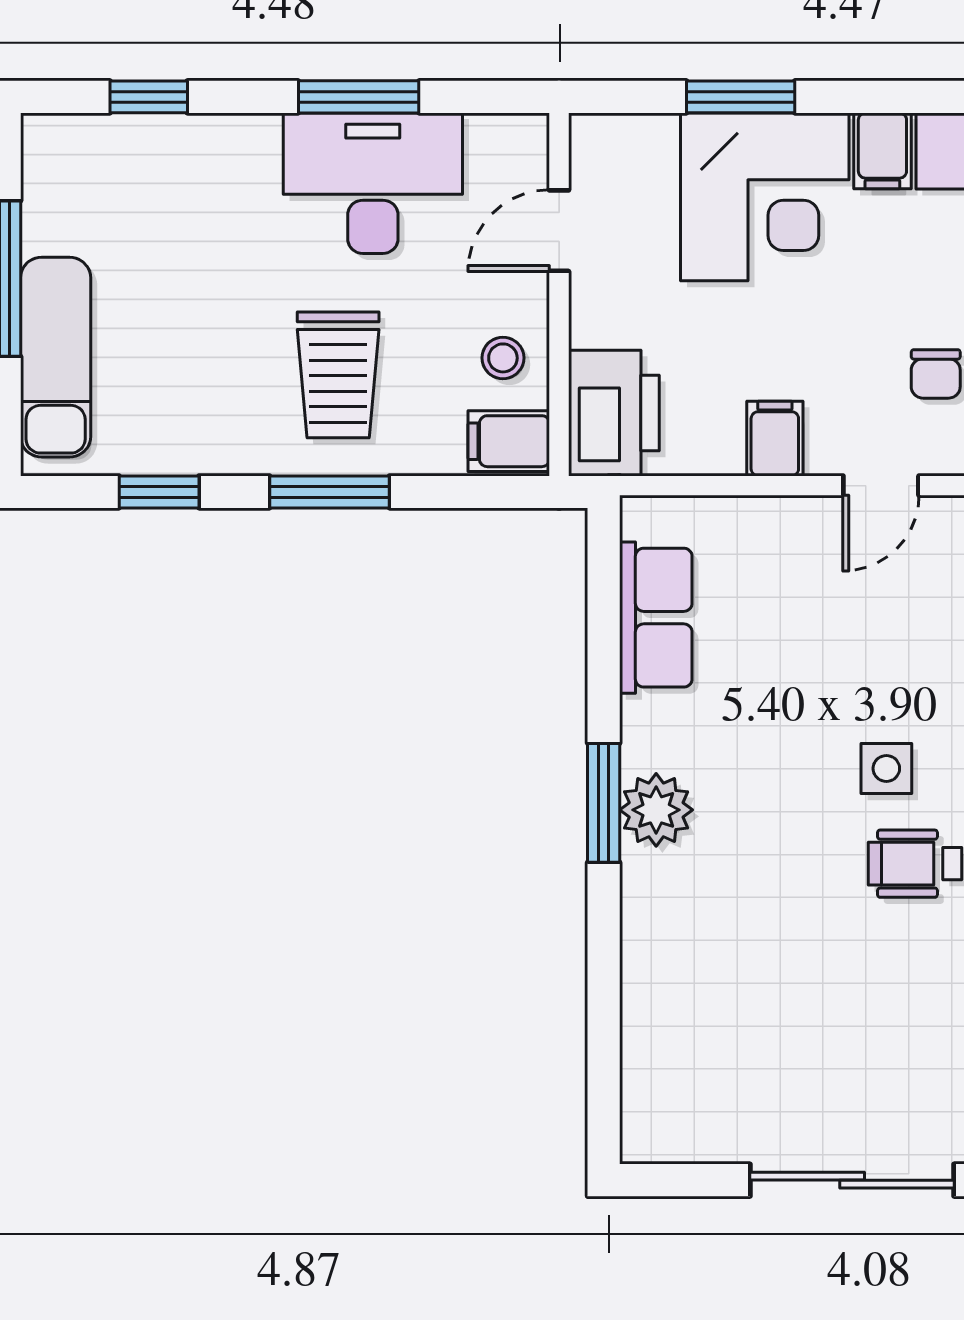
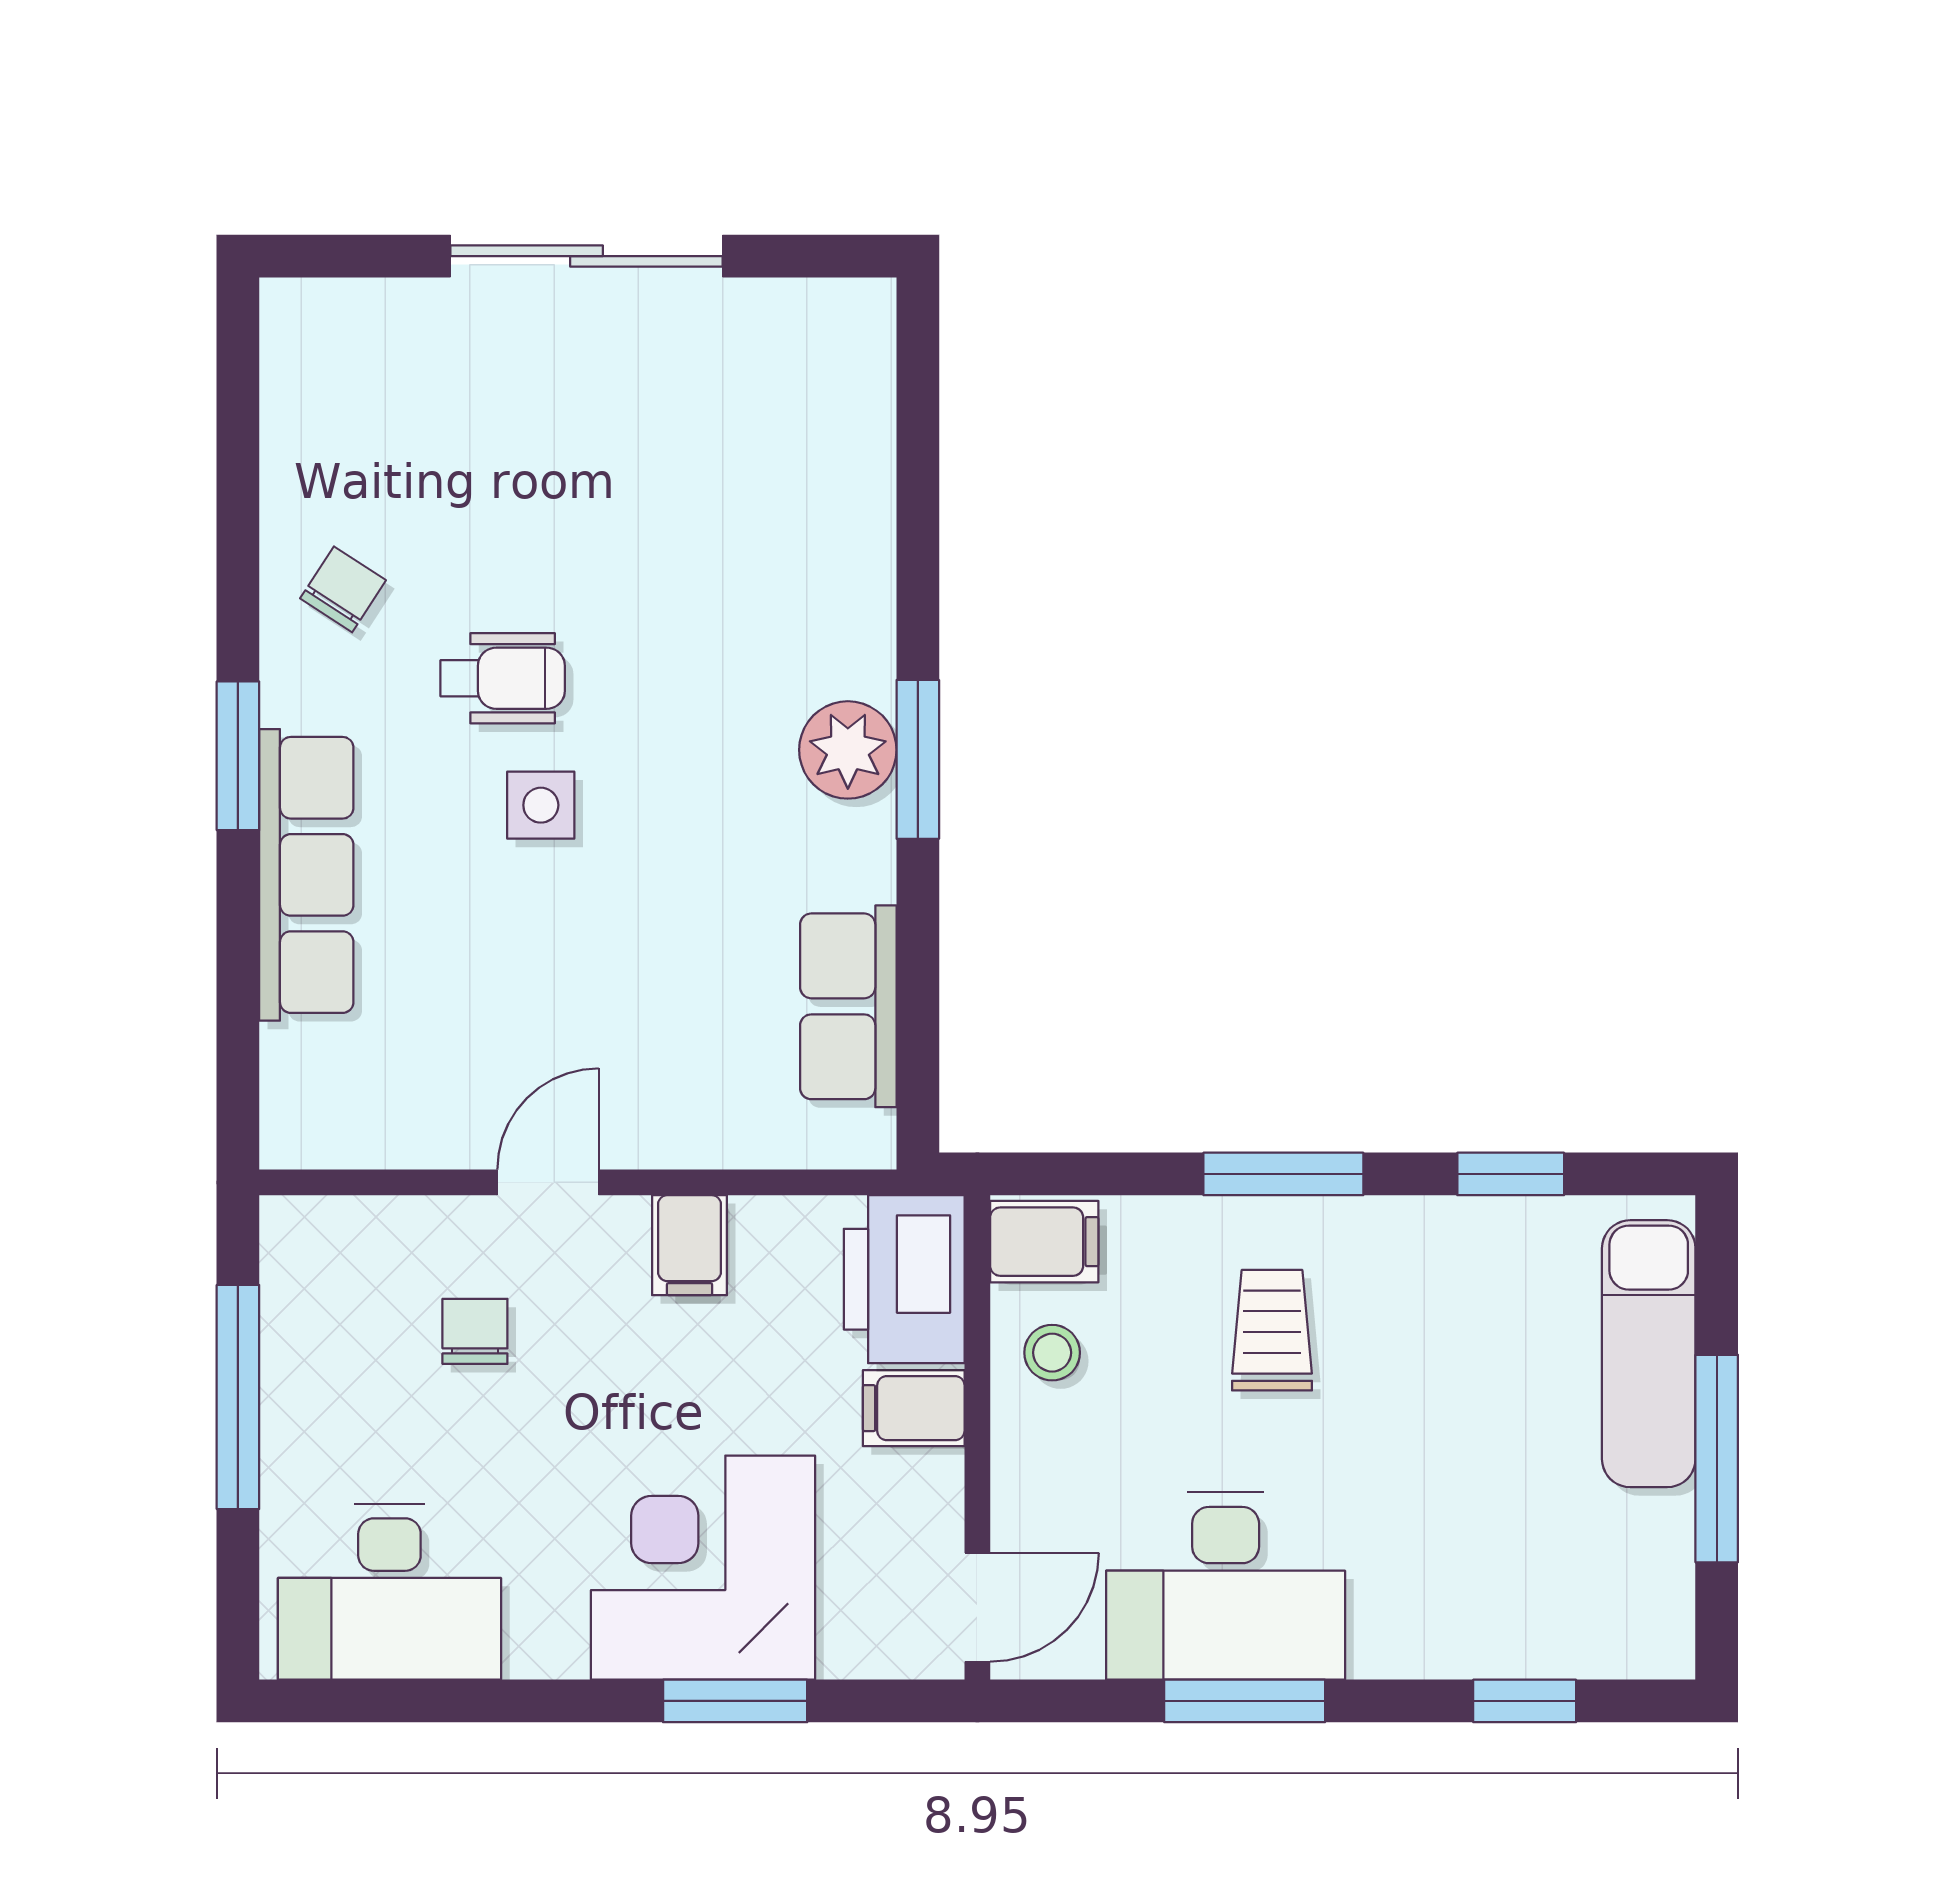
filing cabinet: (882, 151) -> (914, 1408), moved, turned -90
door: (559, 231) -> (977, 1607), moved
trolley: (338, 375) -> (1272, 1330), width x0.73, depth x0.72

